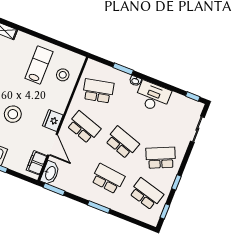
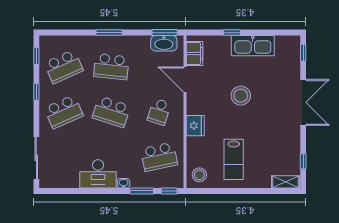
stool: (63, 75) -> (199, 175), moved
window: (193, 97) -> (169, 191), moved
fridge: (53, 120) -> (195, 126), moved
school desk: (84, 127) -> (159, 112), width x0.54
sliding door: (197, 129) -> (36, 158), width x1.37
washbasin: (50, 173) -> (164, 43), moved, turned -90
school desk: (146, 194) -> (64, 67), turned -39

